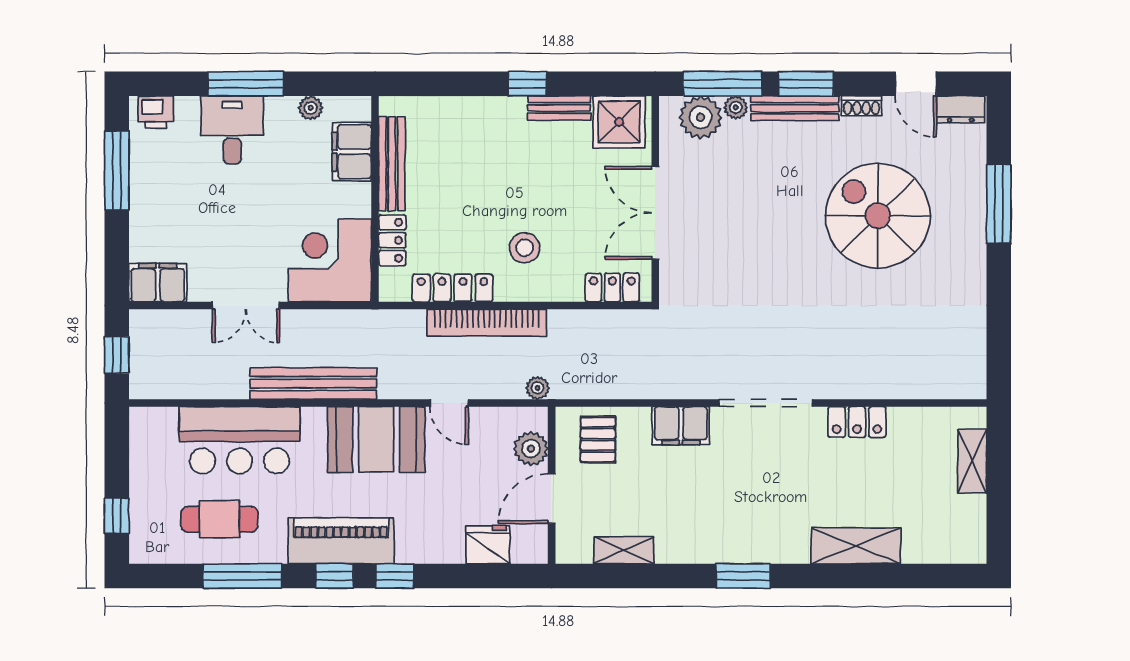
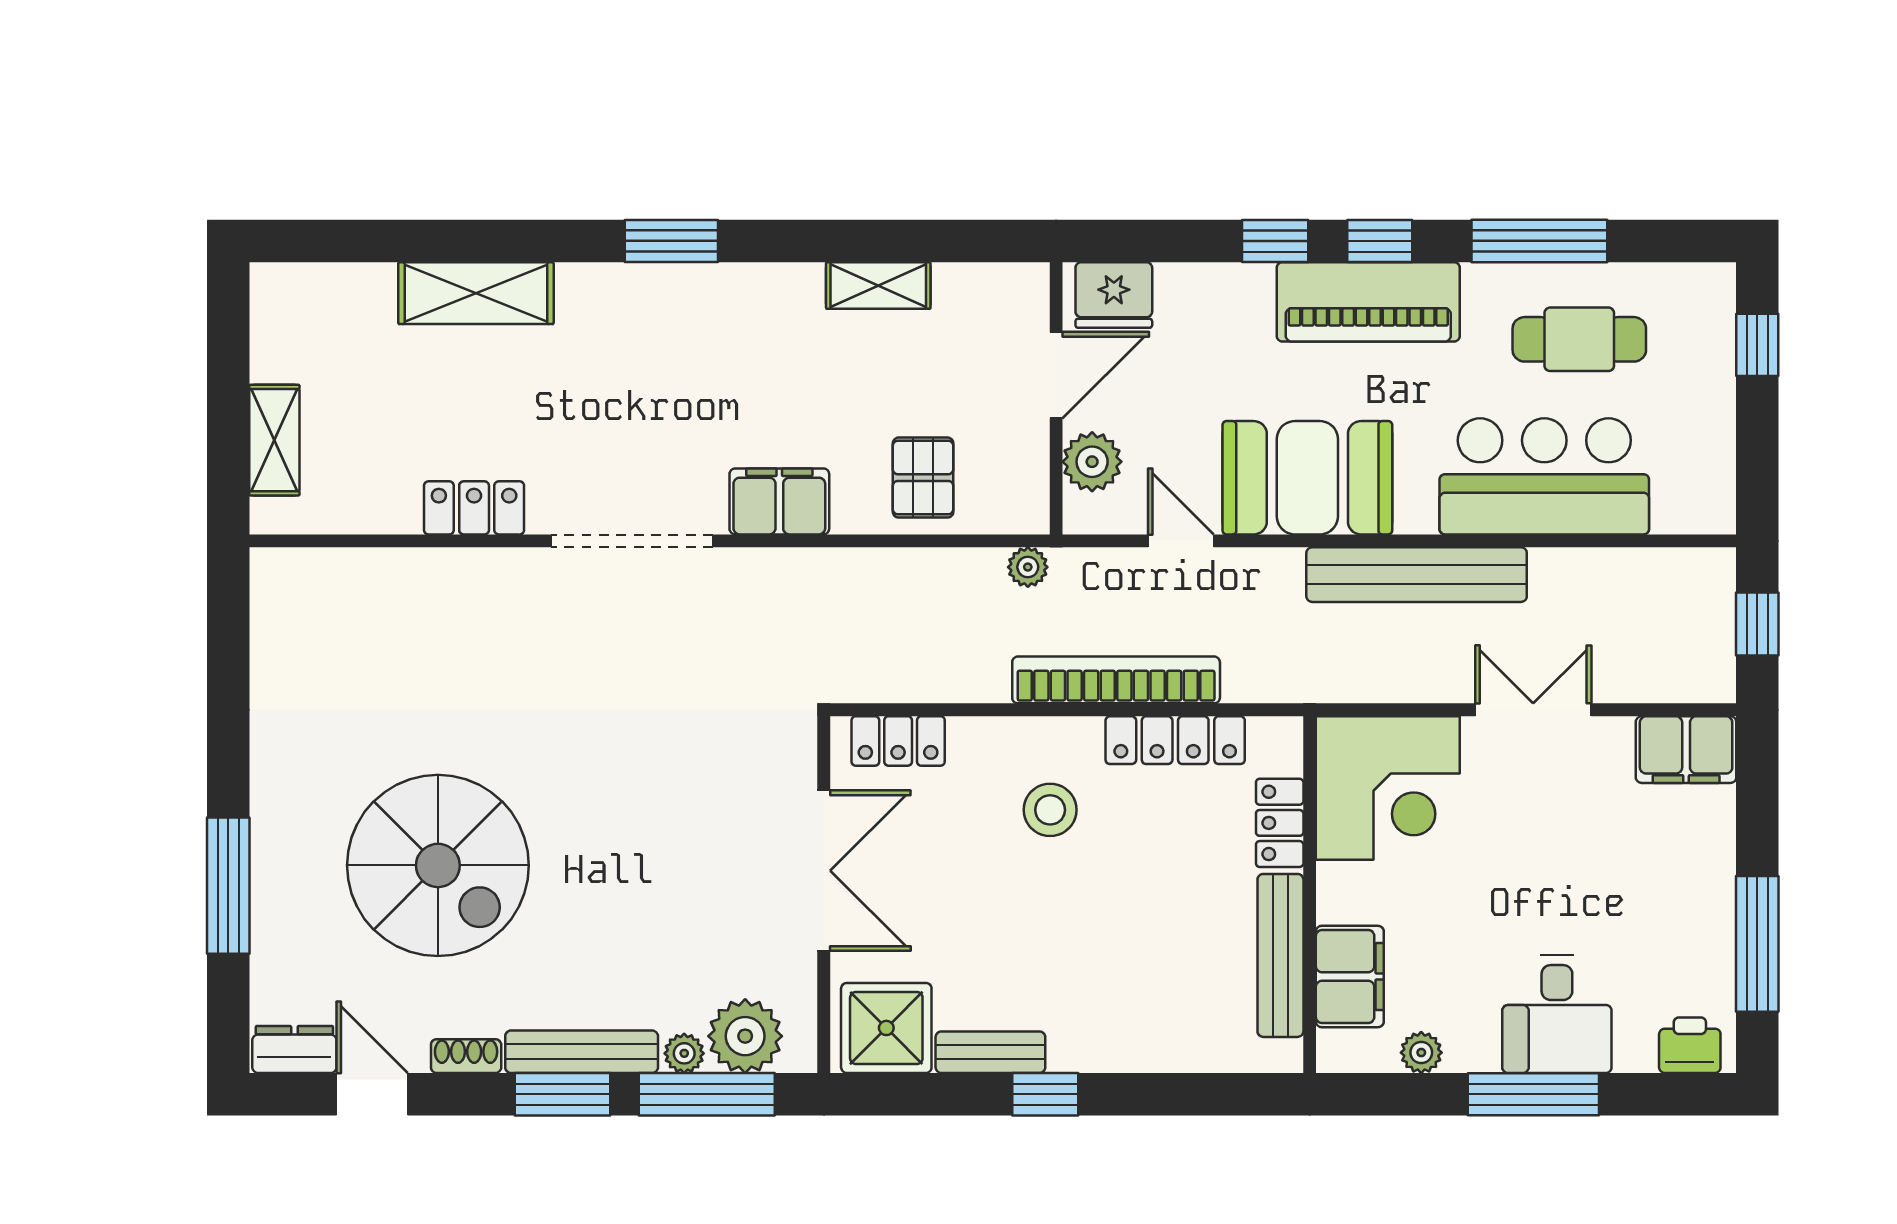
plant: (531, 449) -> (1092, 462), moved
wall: (552, 485) -> (1056, 398), moved
door: (552, 499) -> (1056, 375), moved

